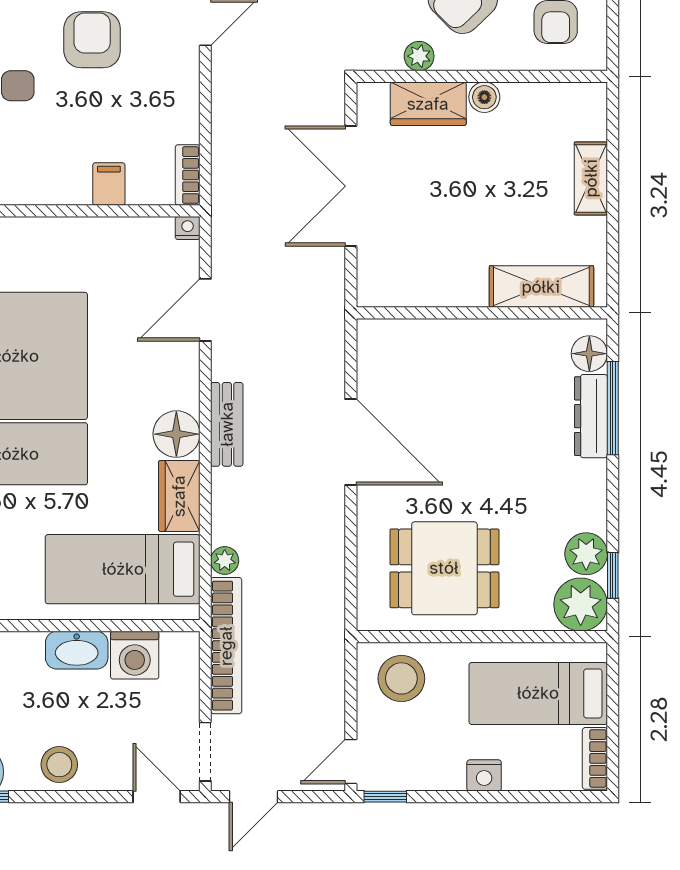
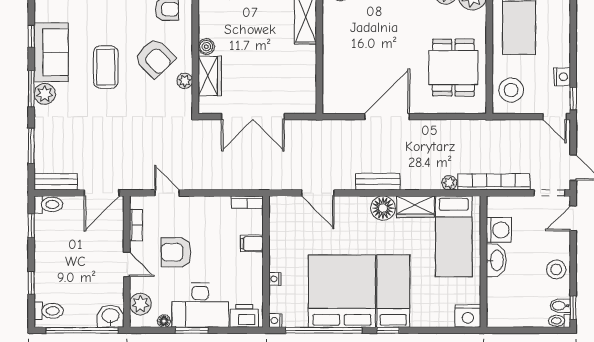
nightstand: (188, 228) -> (275, 279), moved
nightstand: (484, 775) -> (562, 77), moved

